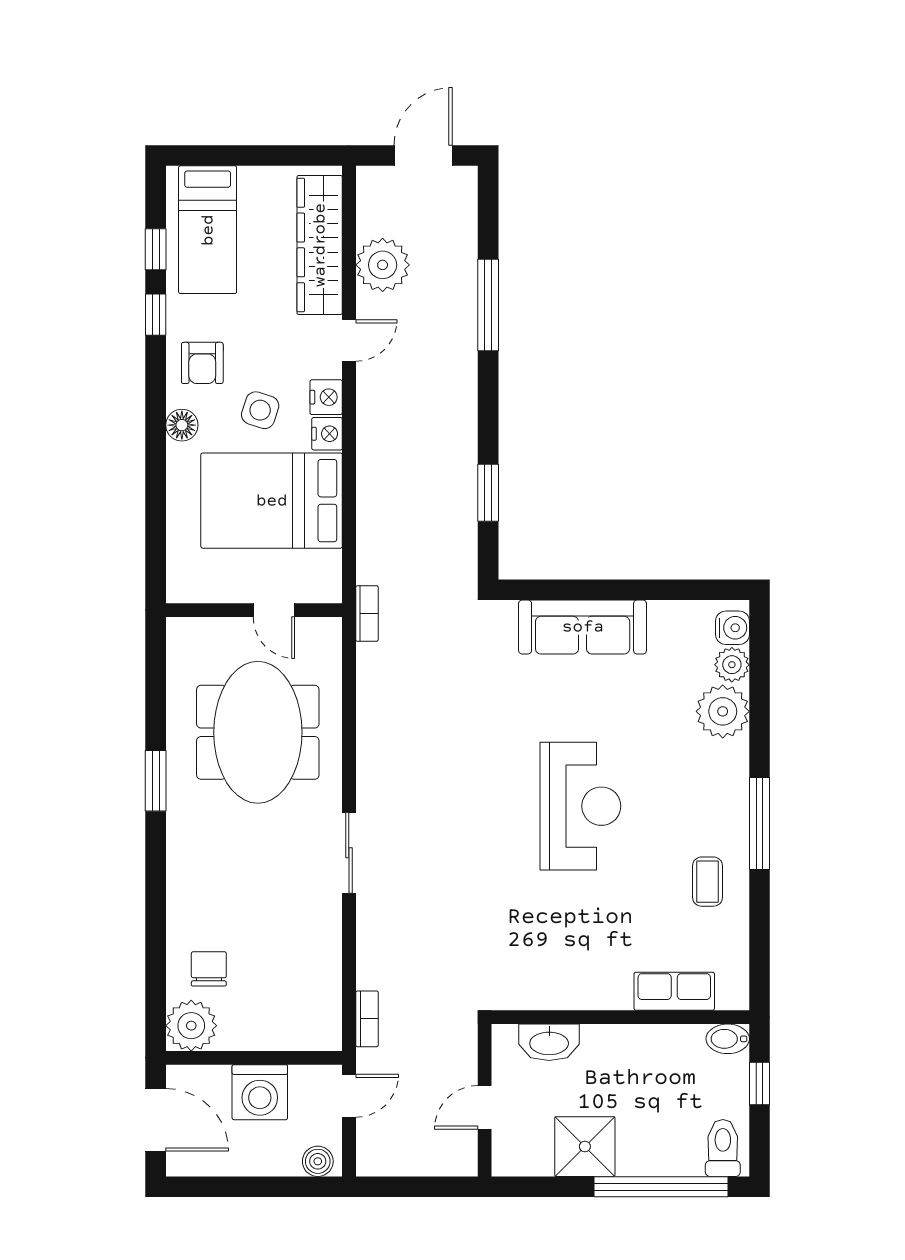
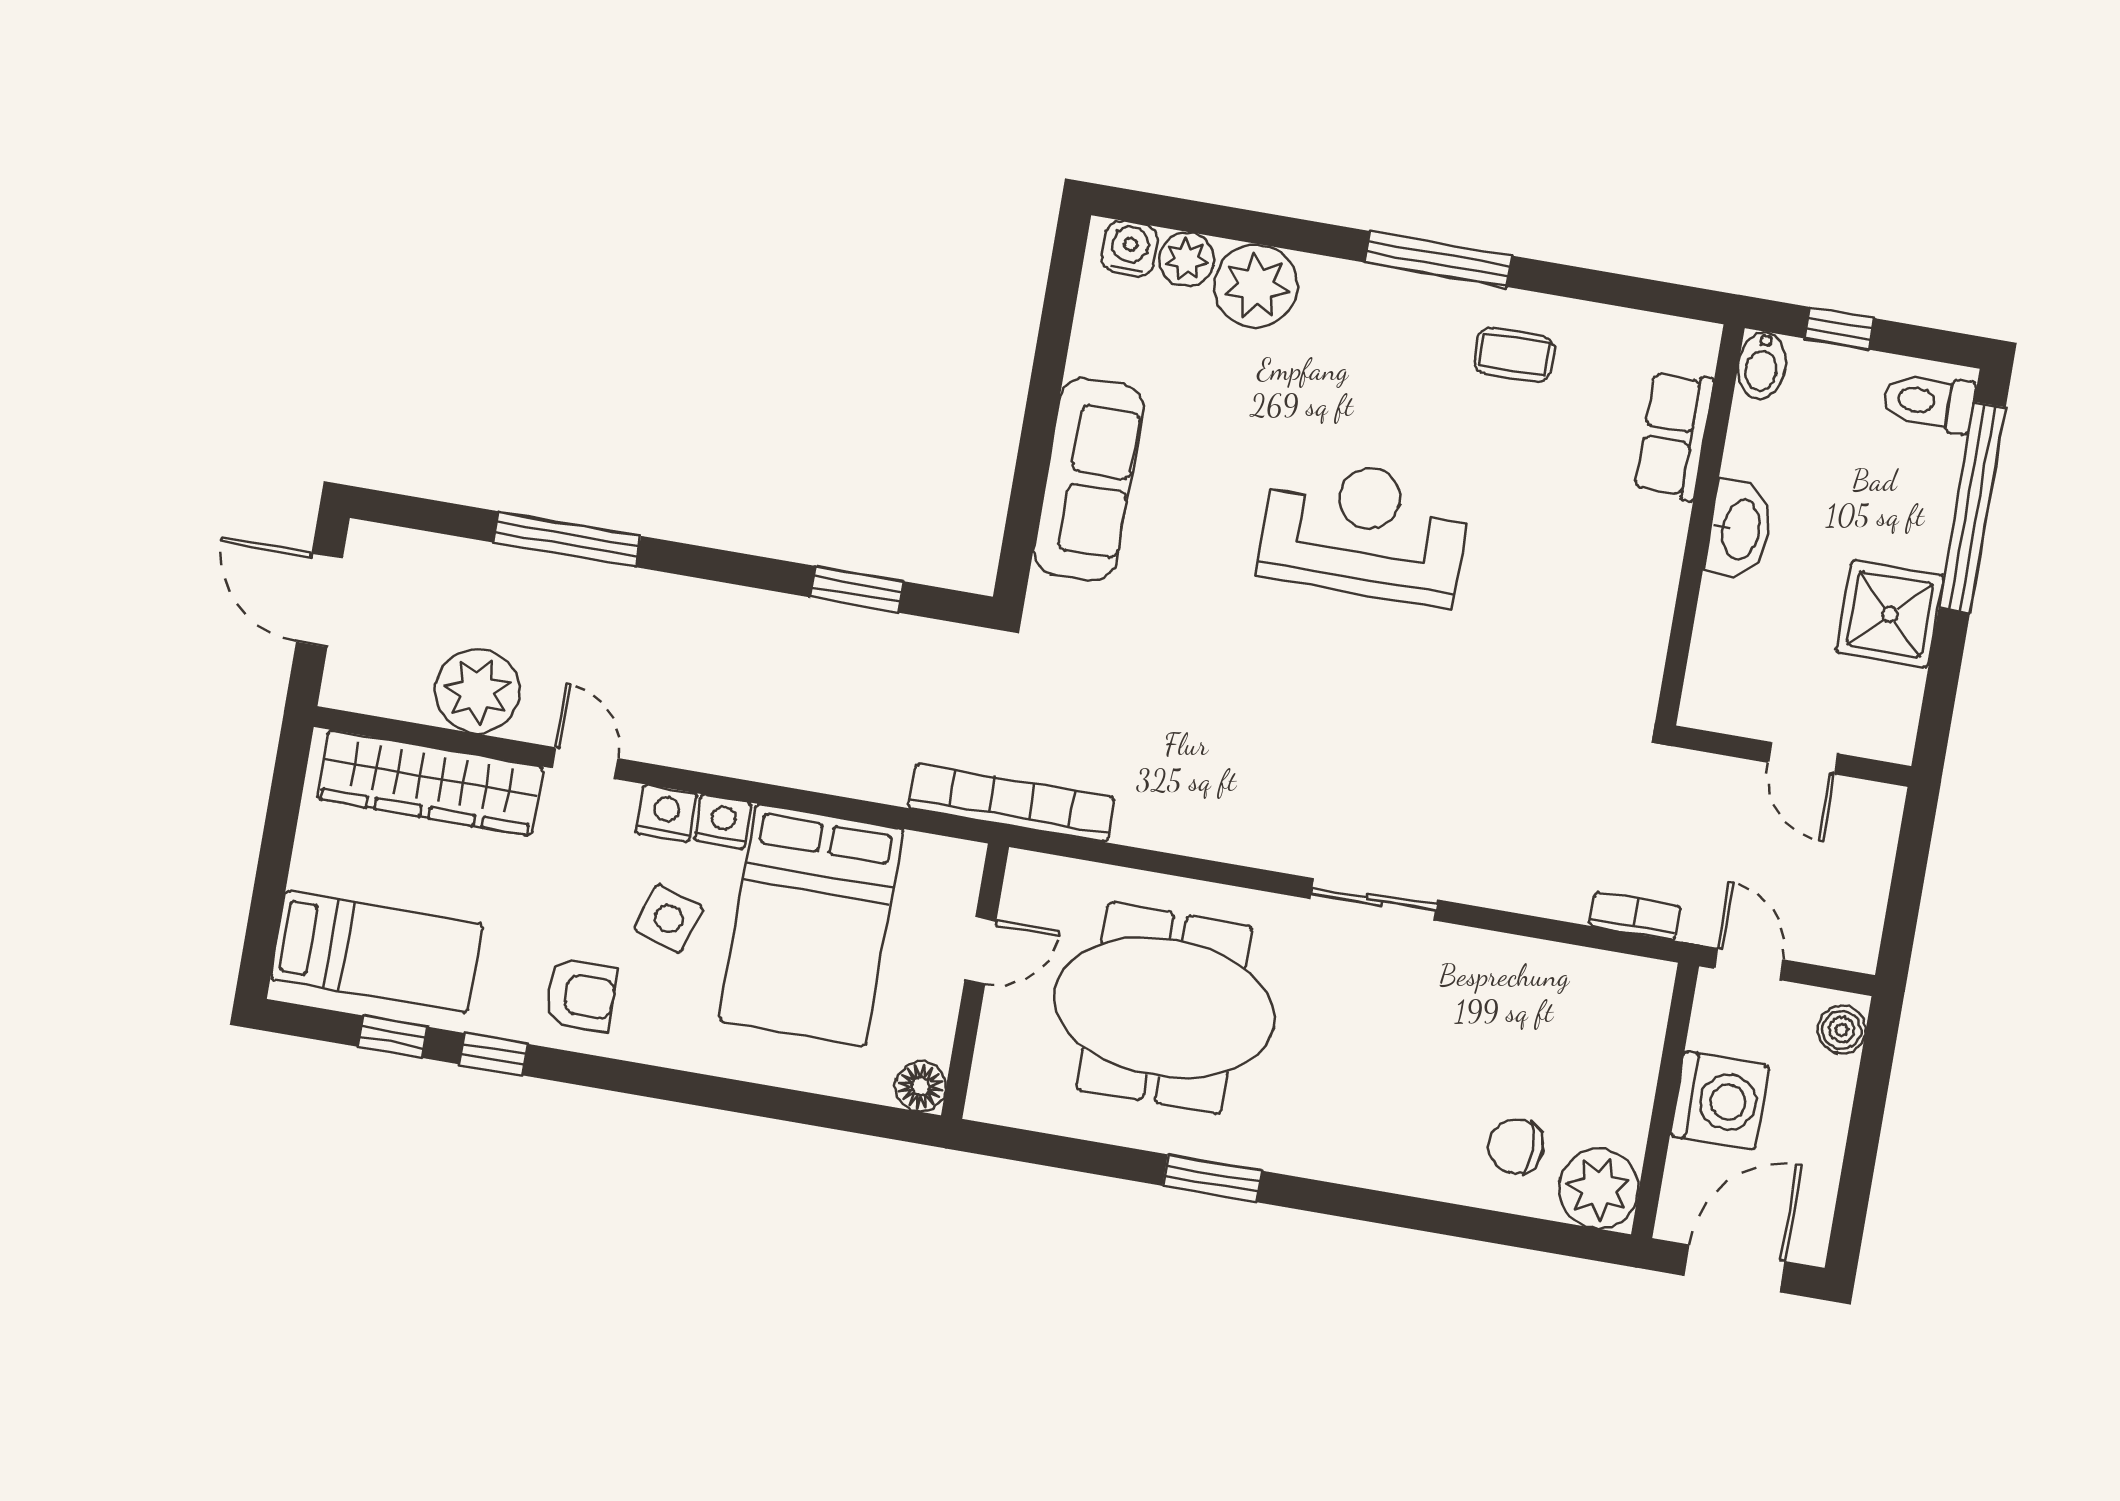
floor lamp: (182, 425) -> (921, 1086), moved
bookcase: (367, 614) -> (1011, 803), width x2.31, depth x1.31
washbasin: (549, 1042) -> (1739, 529), moved

